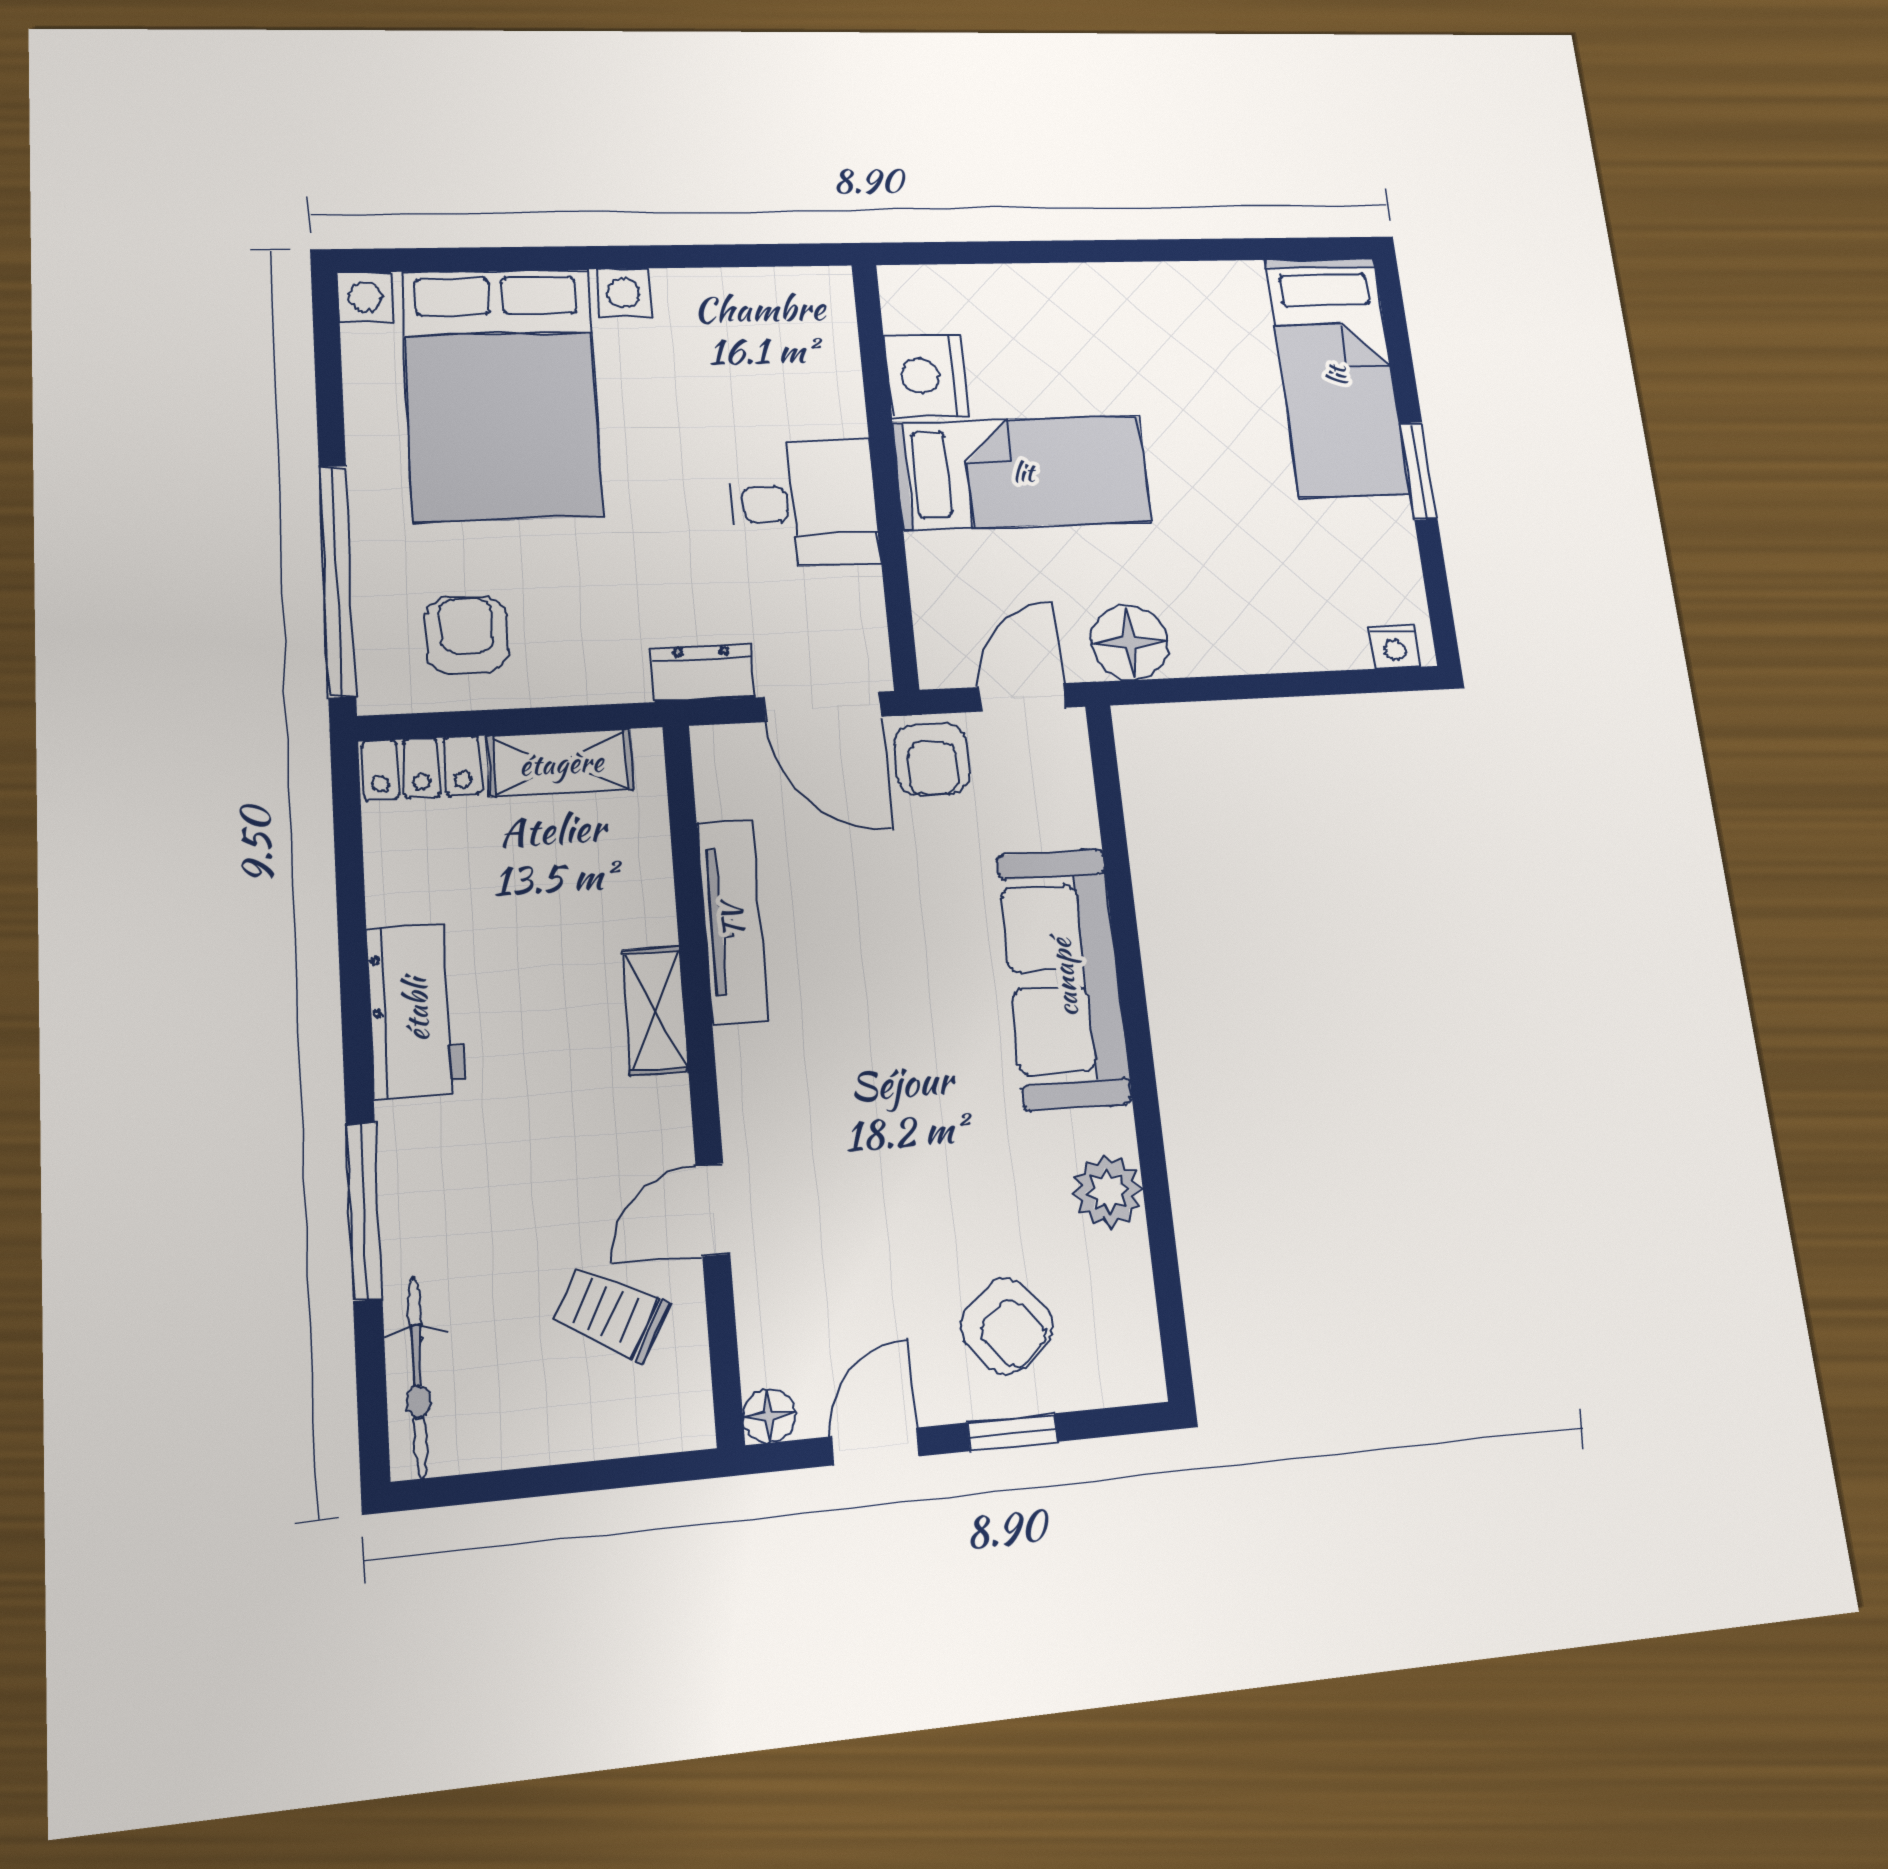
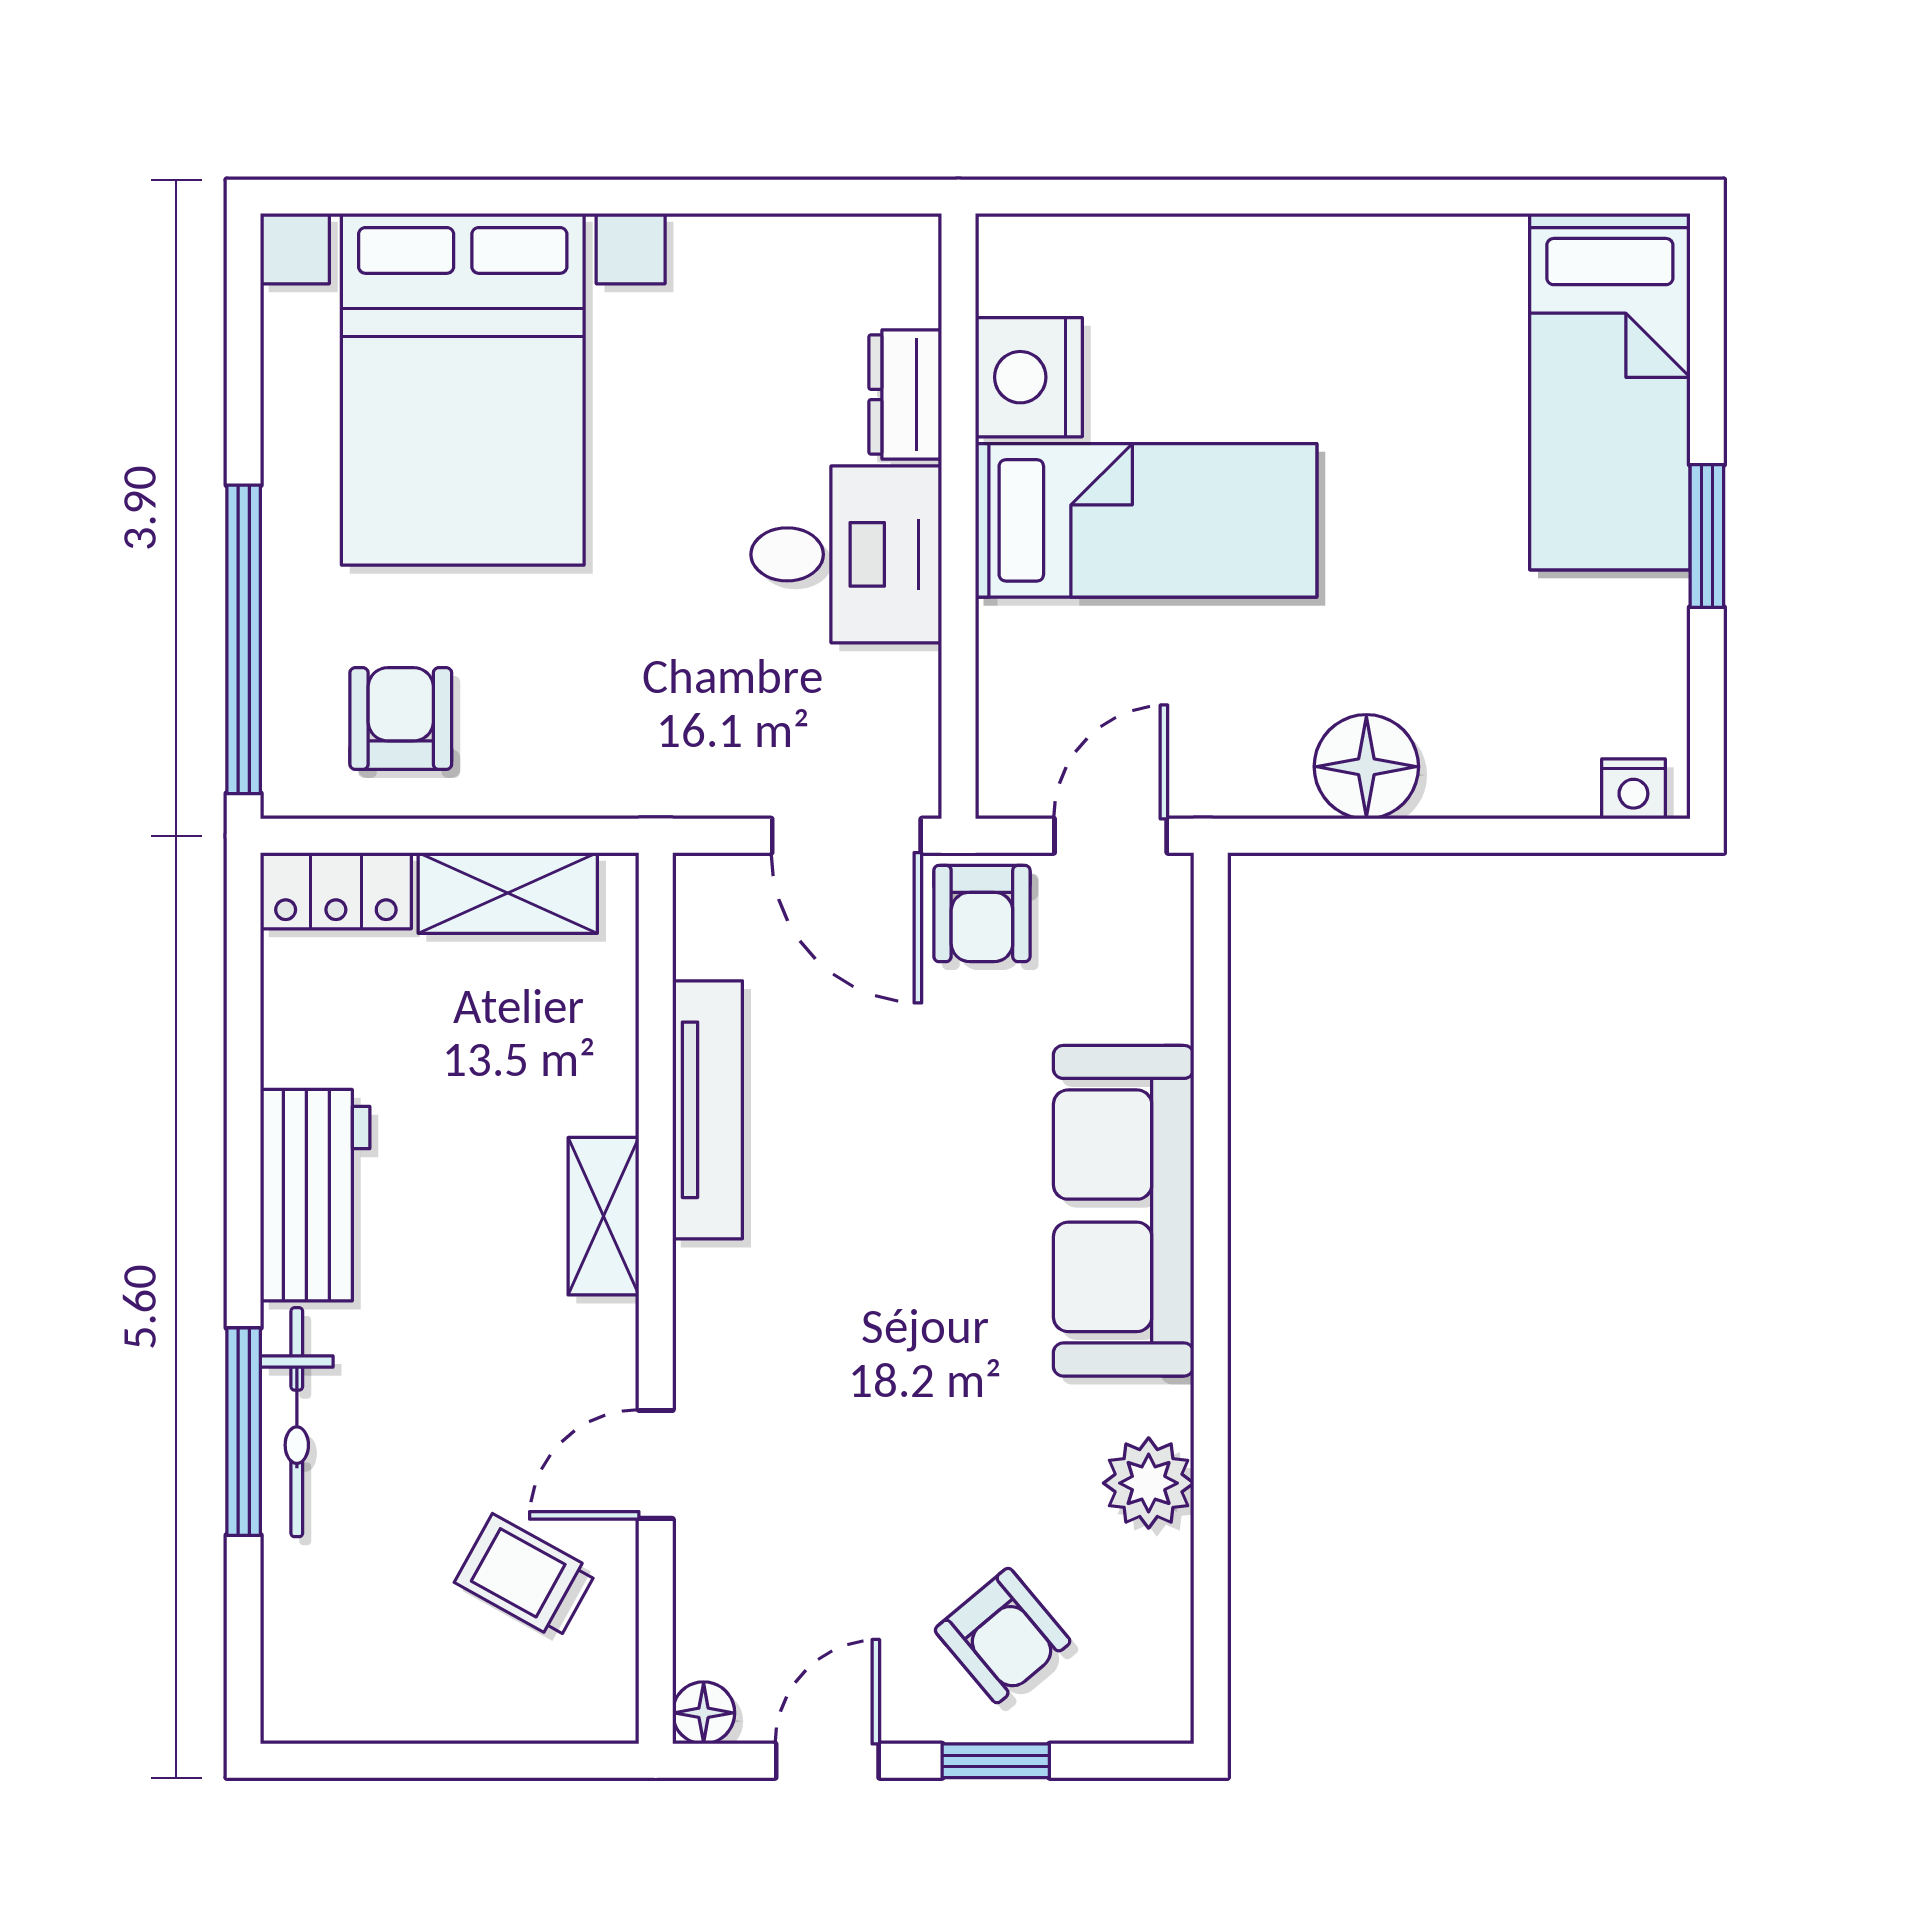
floor lamp: (1130, 642) -> (1366, 767), moved
dresser: (703, 673) -> (905, 395), moved, turned -90
bicycle: (418, 1377) -> (297, 1422), moved

